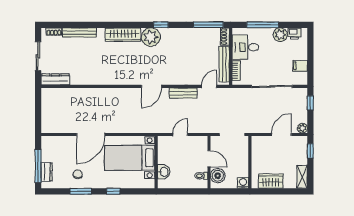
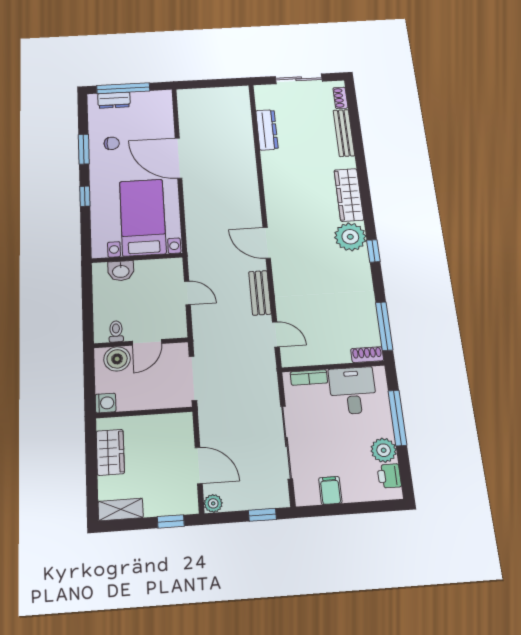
bench: (224, 64) -> (318, 357), removed
dresser: (55, 79) -> (267, 130), moved

